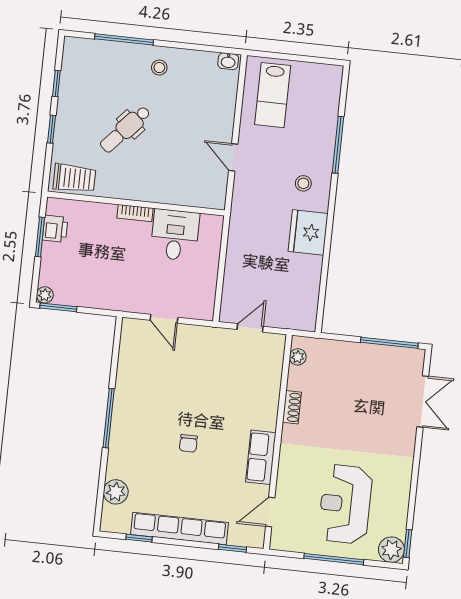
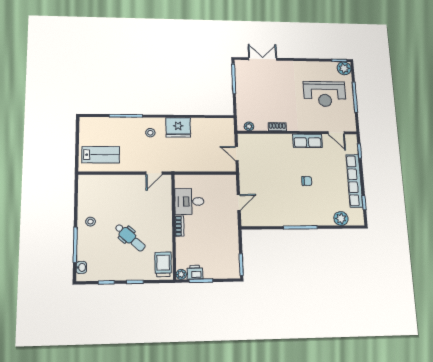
washbasin: (228, 61) -> (81, 267), moved
door: (233, 157) -> (154, 173), moved
plant: (45, 295) -> (181, 274), moved

